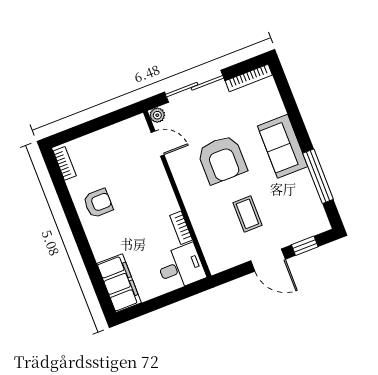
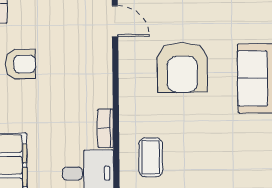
coffee table: (247, 214) -> (151, 157), moved

